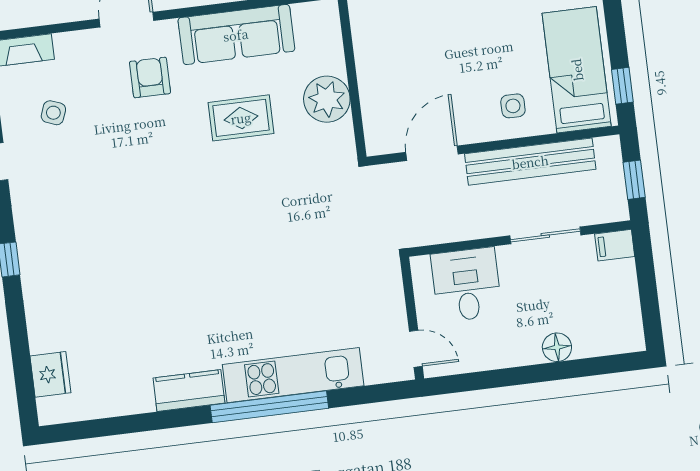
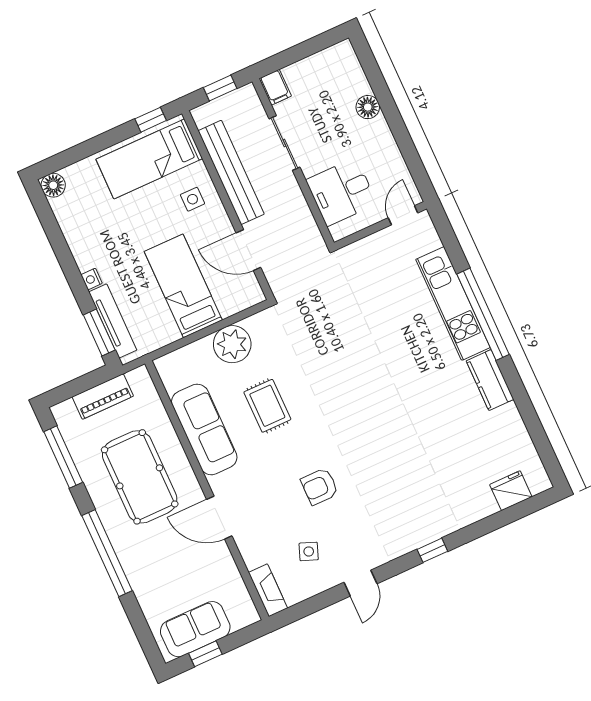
bed: (414, 63) -> (183, 286), added
armchair: (150, 77) -> (320, 486), moved

